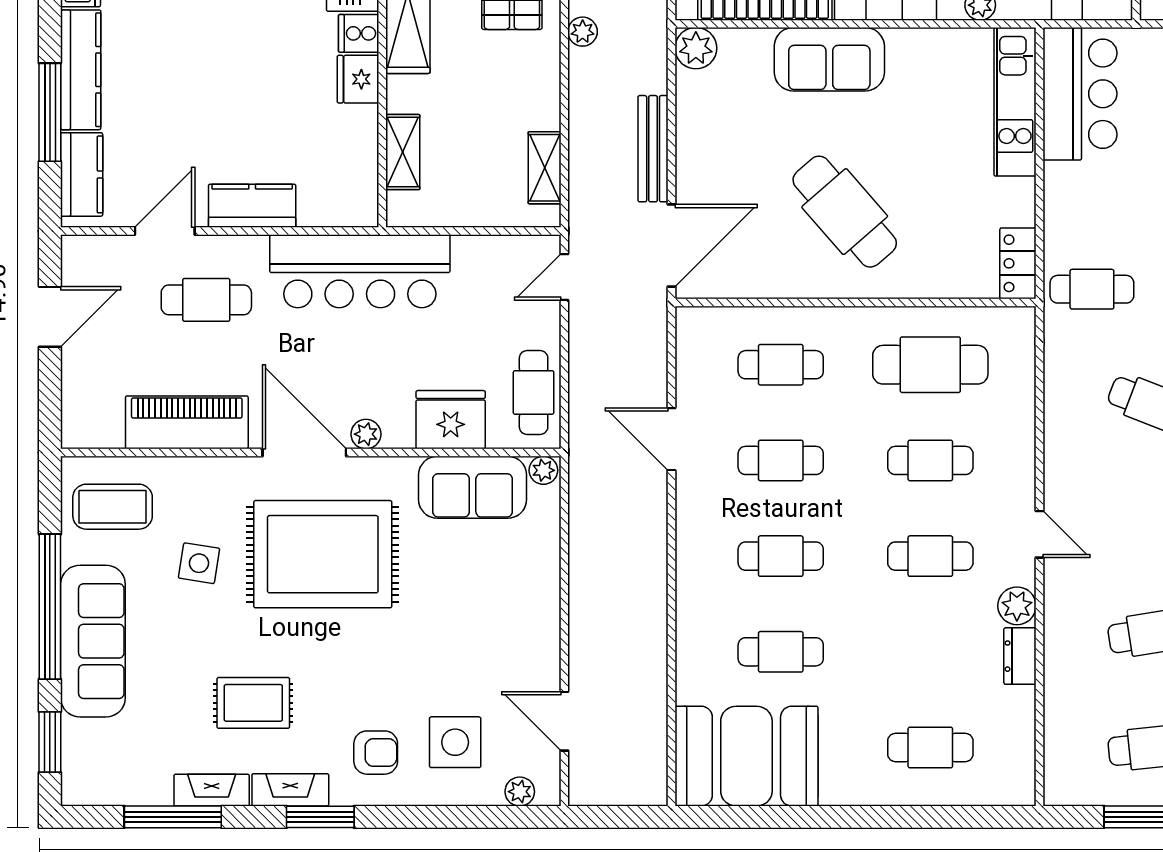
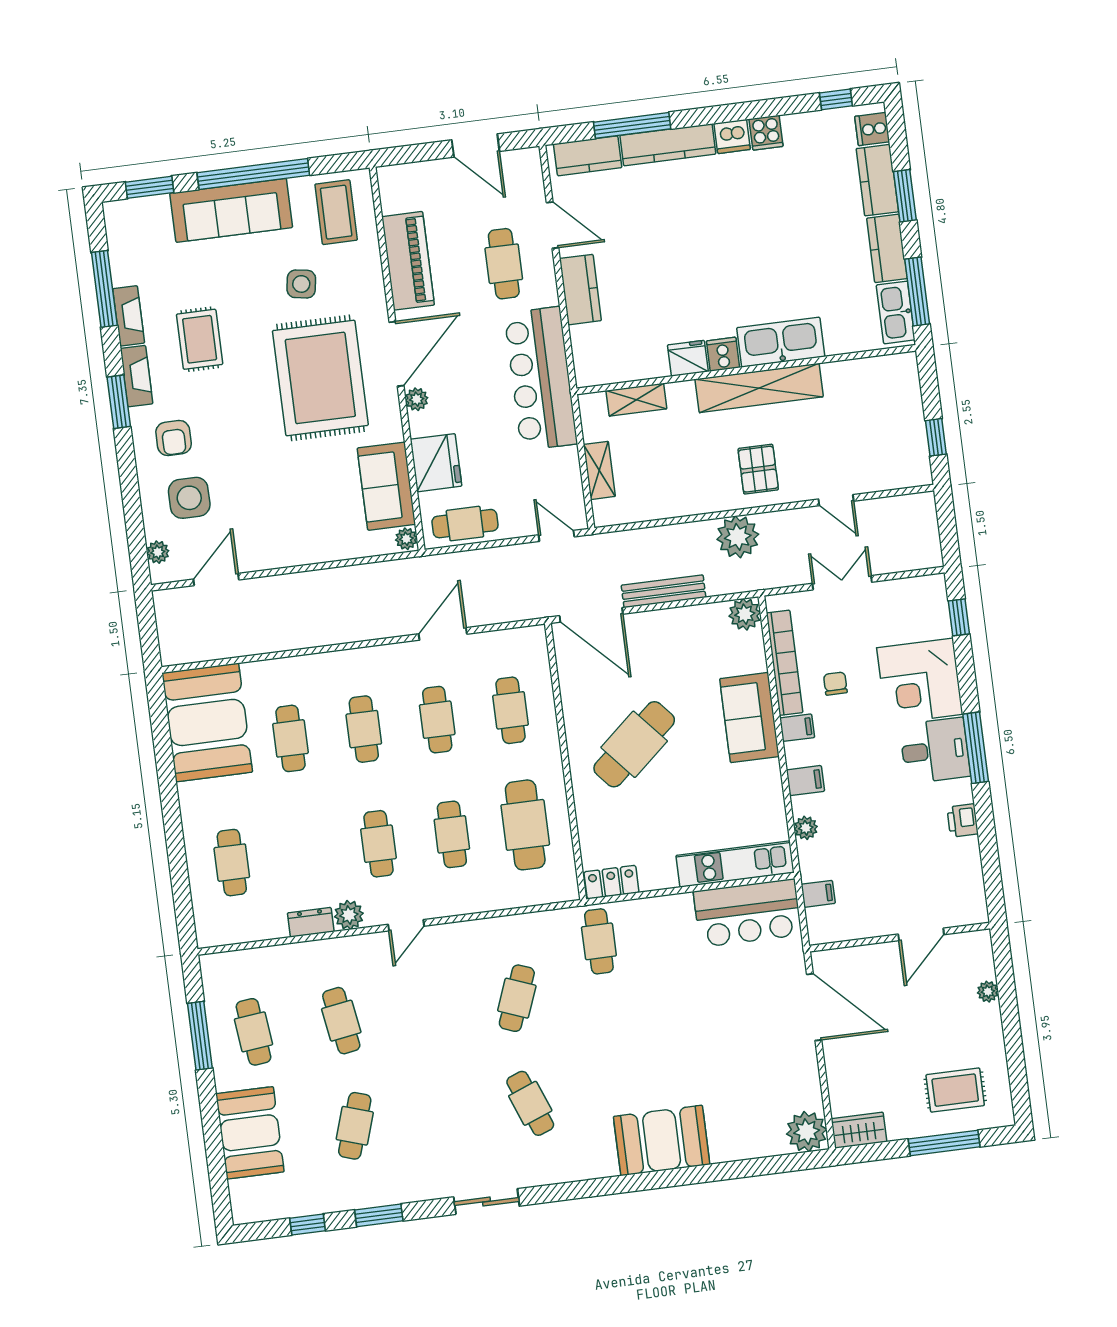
plant: (583, 32) -> (738, 537), width x1.88, depth x1.88
shelving: (545, 168) -> (599, 470), moved, turned 90

